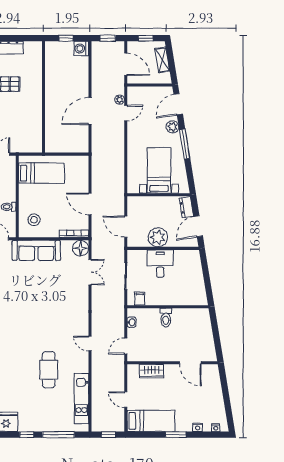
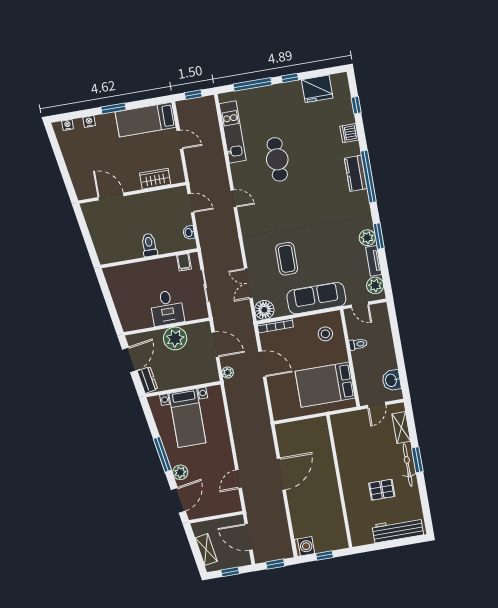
plant: (120, 100) -> (228, 373), moved
bed: (41, 173) -> (325, 385), width x1.50
coffee table: (55, 287) -> (287, 259), added
door: (126, 346) -> (191, 203), hinge flipped

